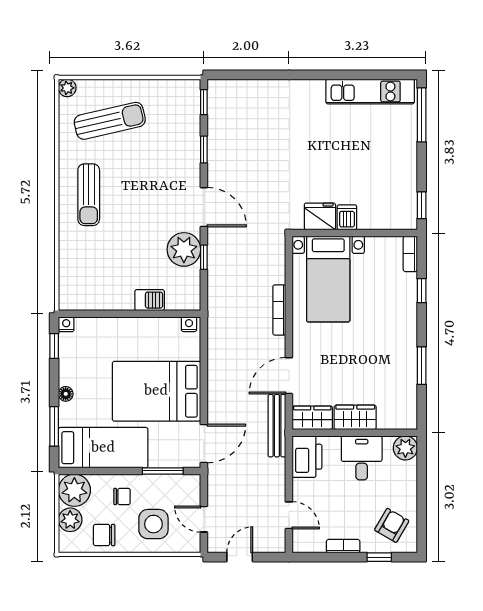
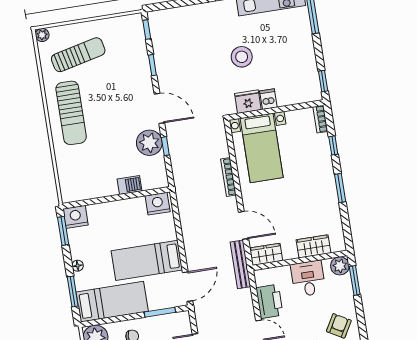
stool: (321, 157) -> (242, 57), added
sun lounger: (89, 195) -> (71, 113), width x1.36, depth x1.34
nightstand: (66, 324) -> (76, 217), width x1.89, depth x1.79
nightstand: (189, 324) -> (158, 204), width x1.89, depth x1.79
window: (54, 346) -> (63, 231), width x1.50
window: (422, 366) -> (340, 188), moved
door: (289, 376) -> (243, 225), swing flipped
bed: (156, 391) -> (147, 260), width x0.67
wardrobe: (355, 417) -> (313, 246), moved
printer: (307, 457) -> (269, 301), moved
window: (422, 470) -> (355, 280), added

